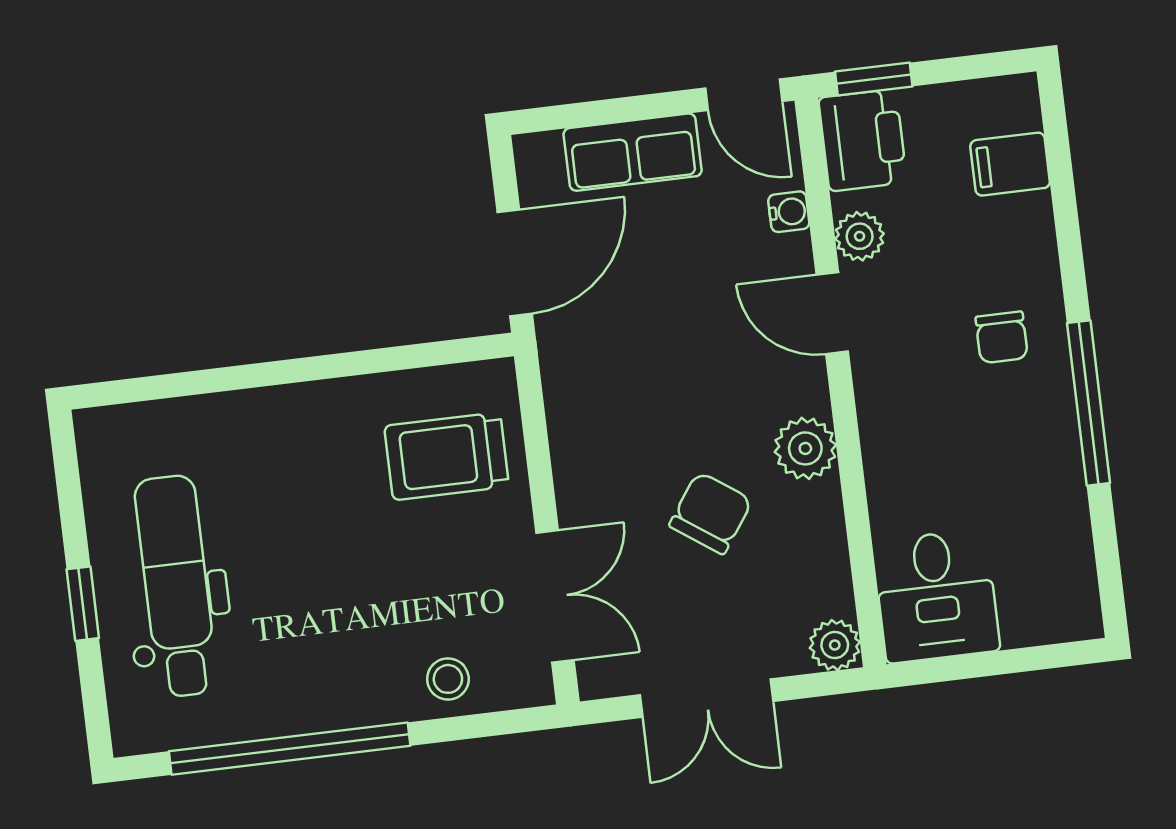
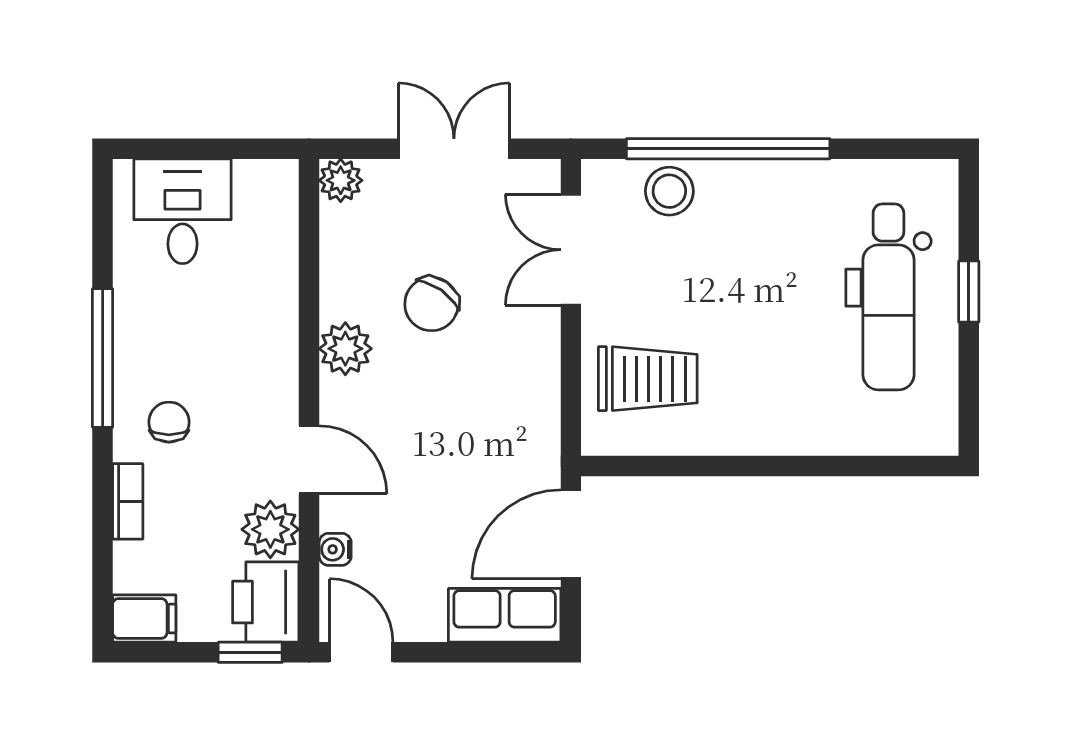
row of seats: (633, 152) -> (505, 615), moved
filing cabinet: (1010, 164) -> (144, 619), moved
plant: (860, 236) -> (270, 529), width x1.38, depth x1.38
bookcase: (1039, 238) -> (128, 501), added
desk: (936, 596) -> (182, 211), moved
stool: (448, 679) -> (669, 191), width x1.37, depth x1.37
window: (290, 749) -> (728, 149), moved

